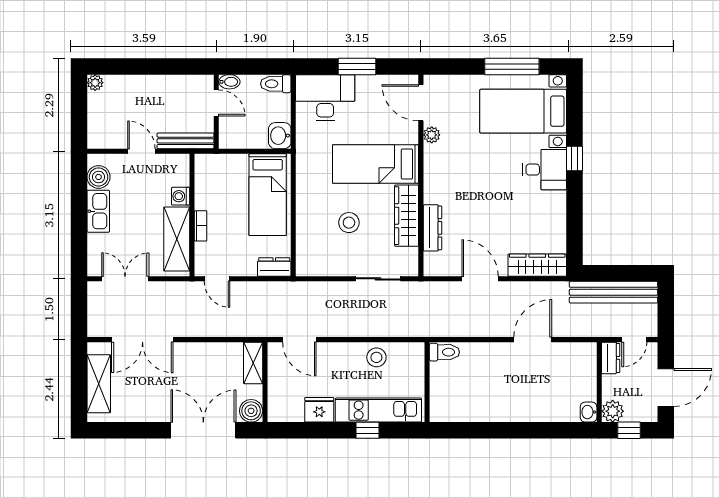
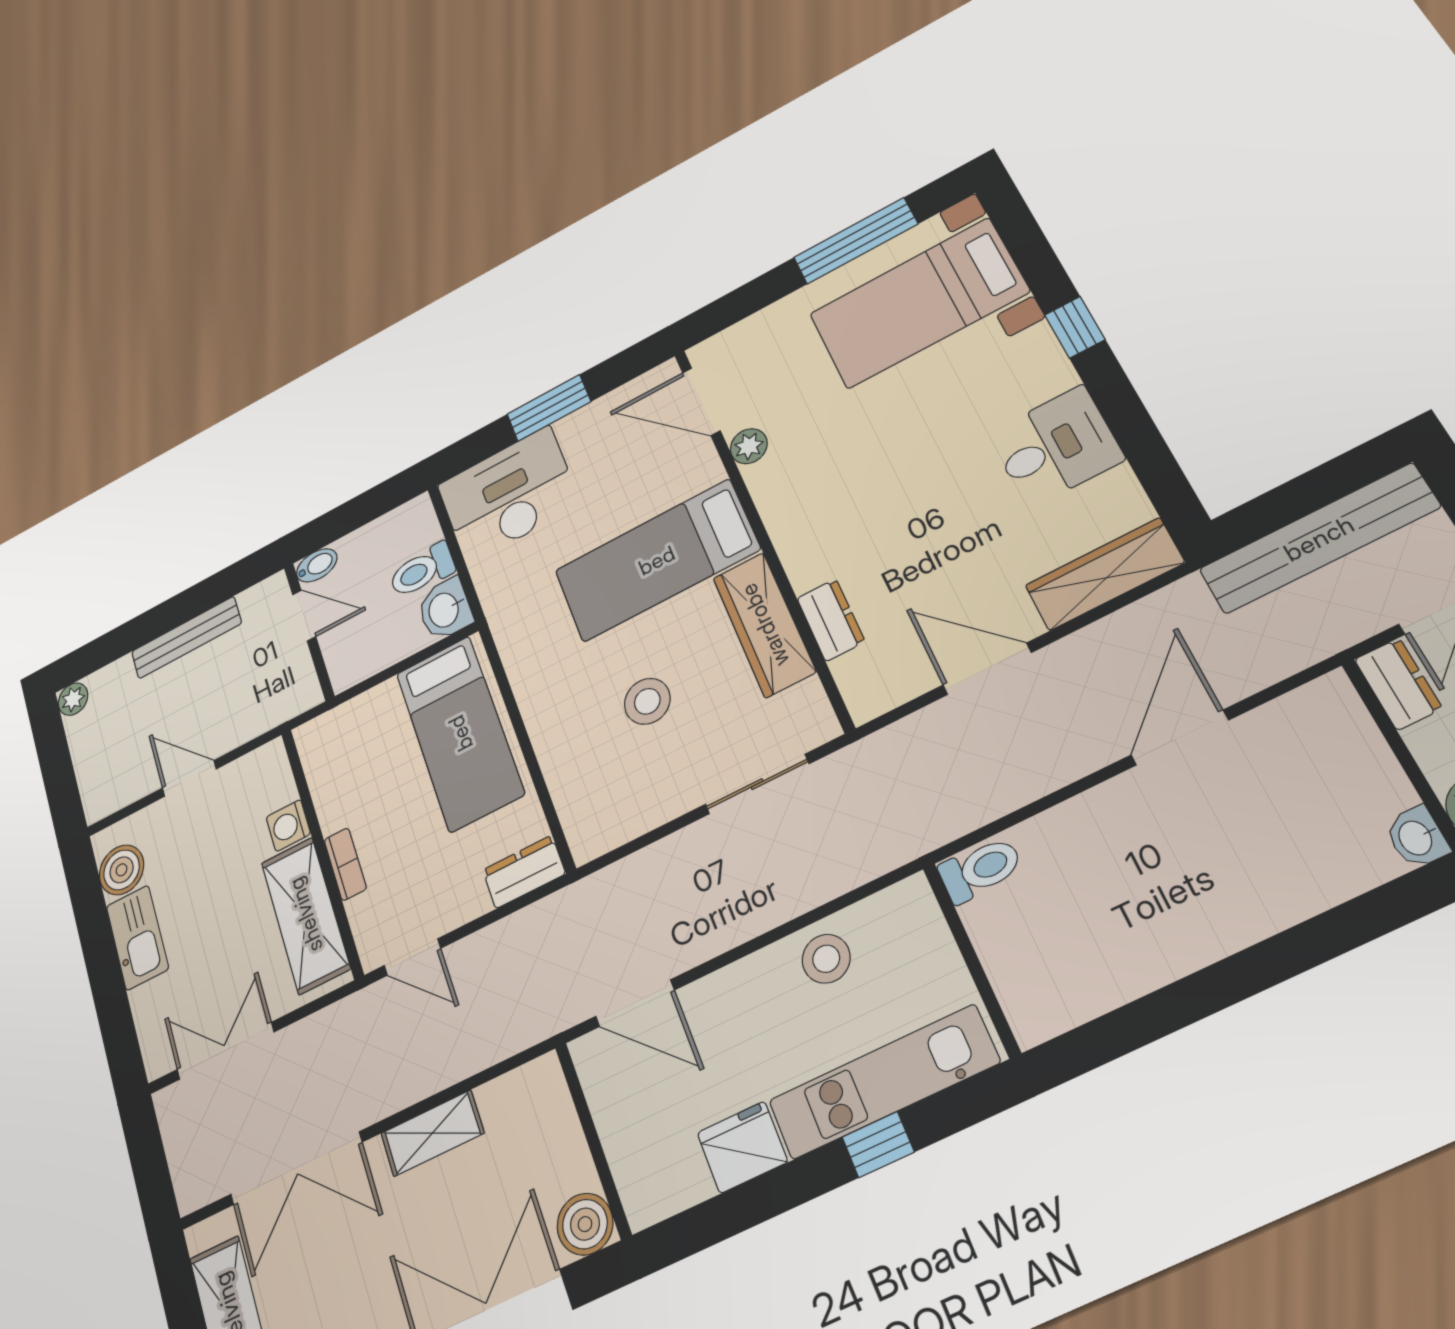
toilet: (276, 84) -> (422, 570), moved
bench: (186, 141) -> (186, 637), moved
desk: (545, 170) -> (1056, 446), moved
dresser: (432, 228) -> (831, 620), width x0.70
shelving: (253, 363) -> (432, 1133), moved, turned 90

